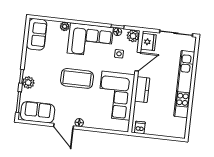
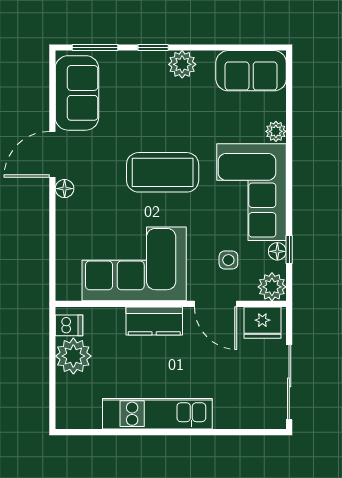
coffee table: (77, 78) -> (163, 172), turned 90
plant: (28, 82) -> (182, 64), moved
kitchen unit: (184, 84) -> (157, 414), width x0.73
plant: (154, 127) -> (73, 356), added

